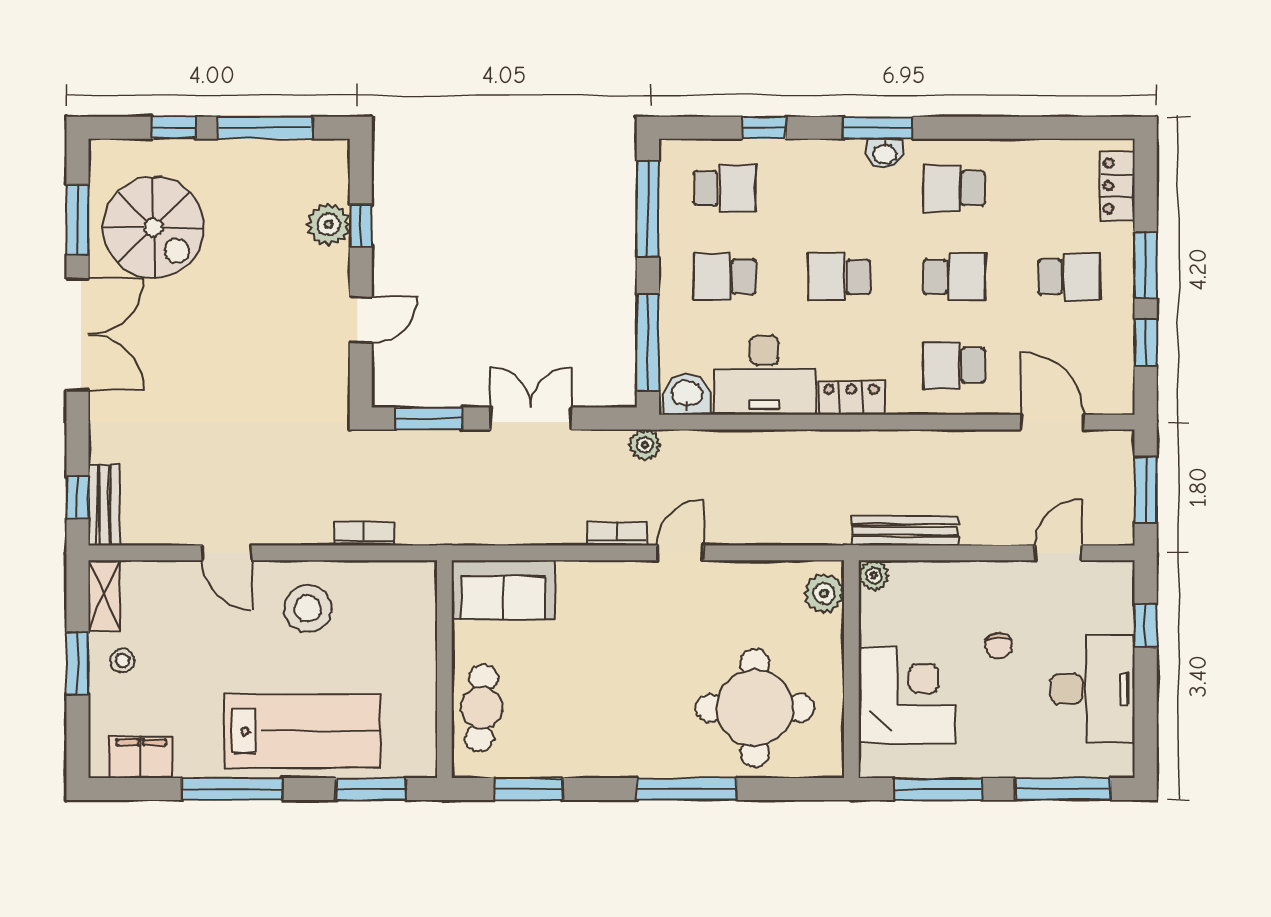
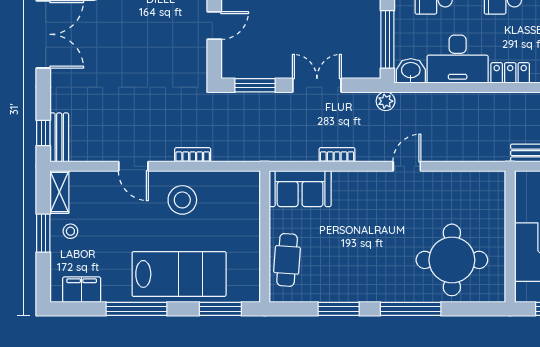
bookcase: (364, 534) -> (193, 155), moved
bookcase: (617, 534) -> (337, 155), moved
plant: (874, 575) -> (524, 180), removed
plant: (824, 593) -> (494, 191), removed
window: (528, 789) -> (339, 309), moved

